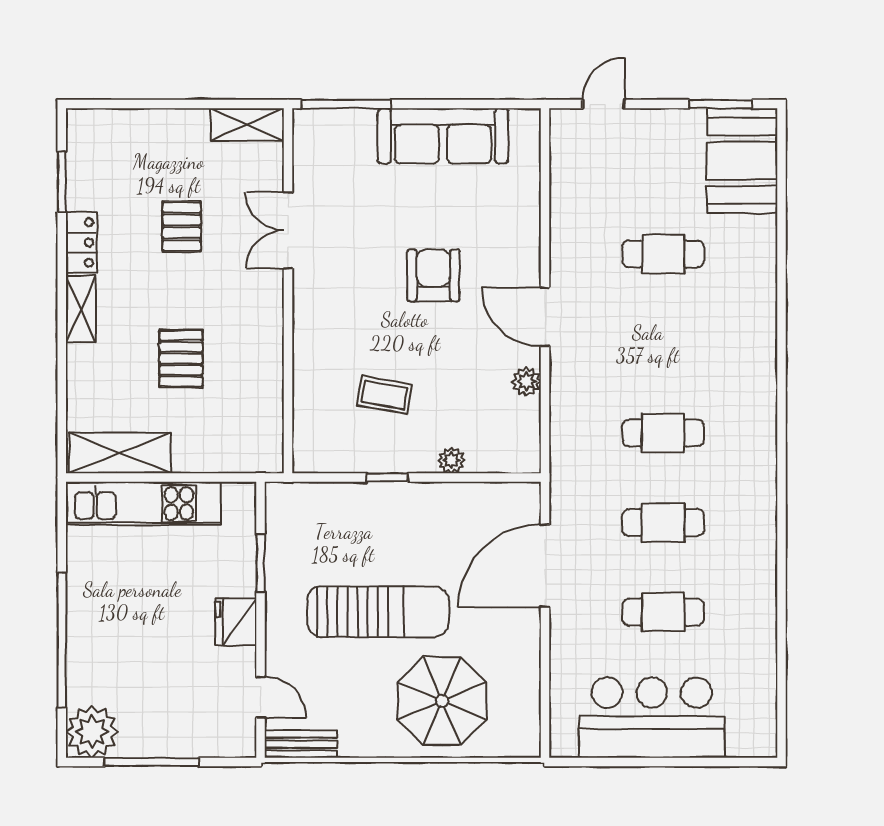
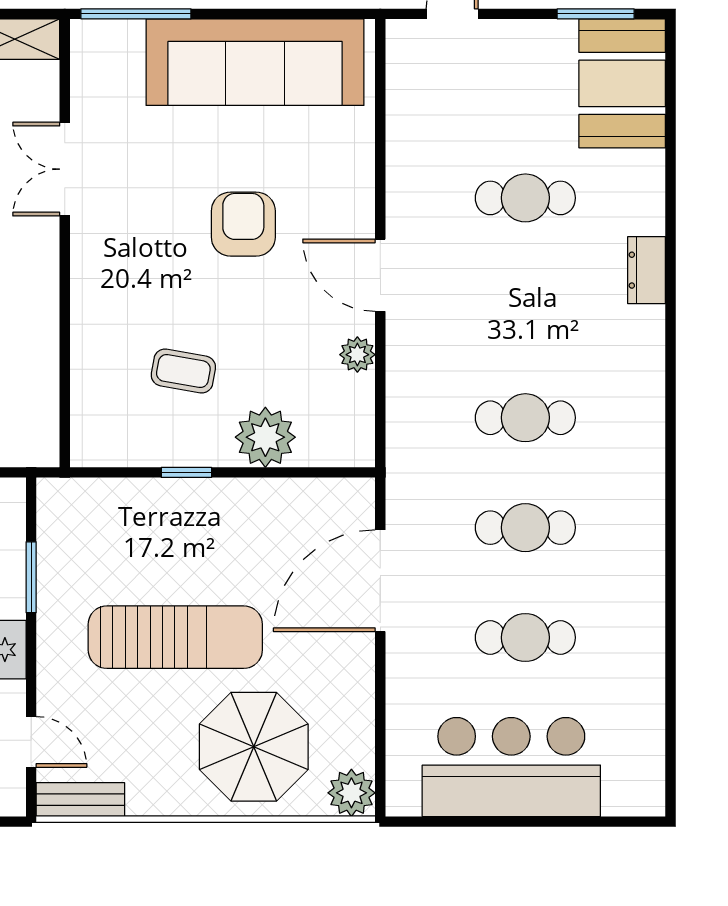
sofa: (443, 136) -> (255, 62), width x1.36, depth x1.27
dresser: (762, 313) -> (647, 270), added
plant: (451, 460) -> (265, 437), width x1.88, depth x1.88
plant: (522, 739) -> (351, 793), added

